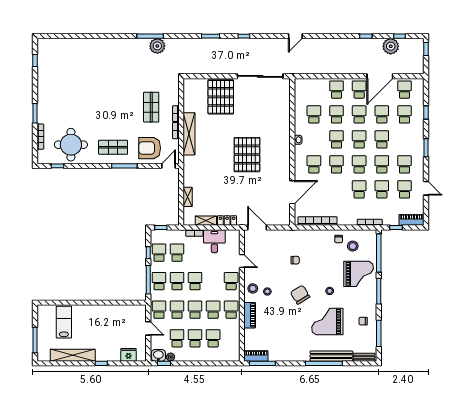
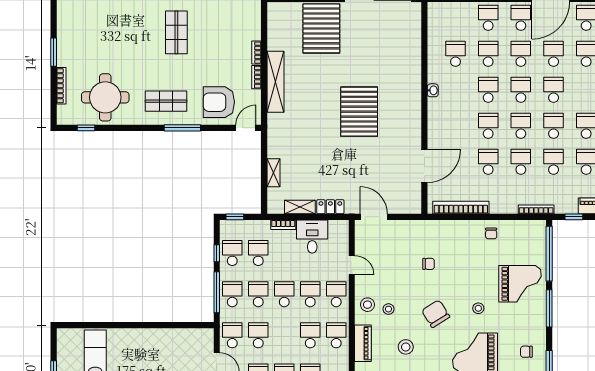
shop shelf: (151, 107) -> (176, 32), moved
school desk: (314, 164) -> (488, 162), moved
stool: (353, 246) -> (406, 347), moved
school desk: (195, 310) -> (310, 294), moved

